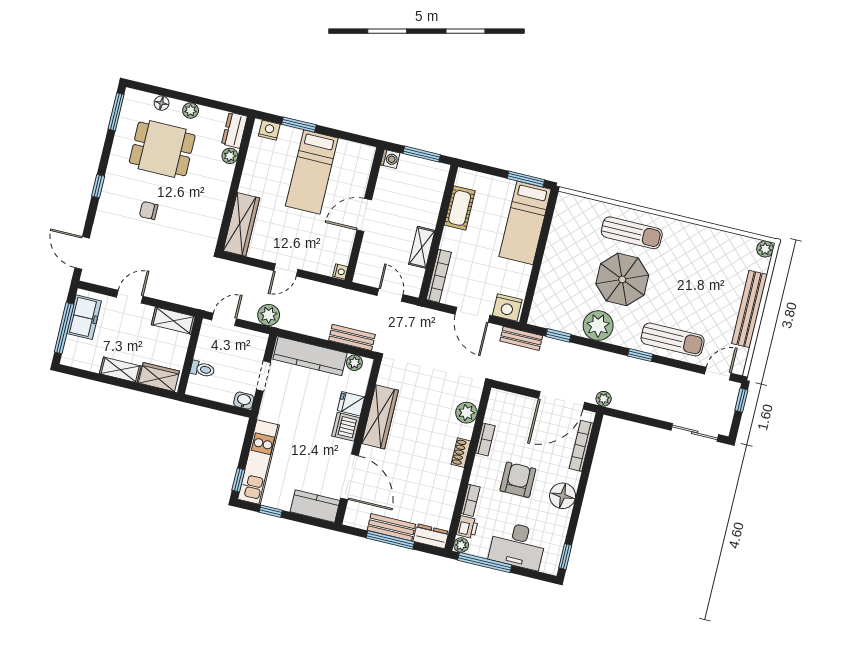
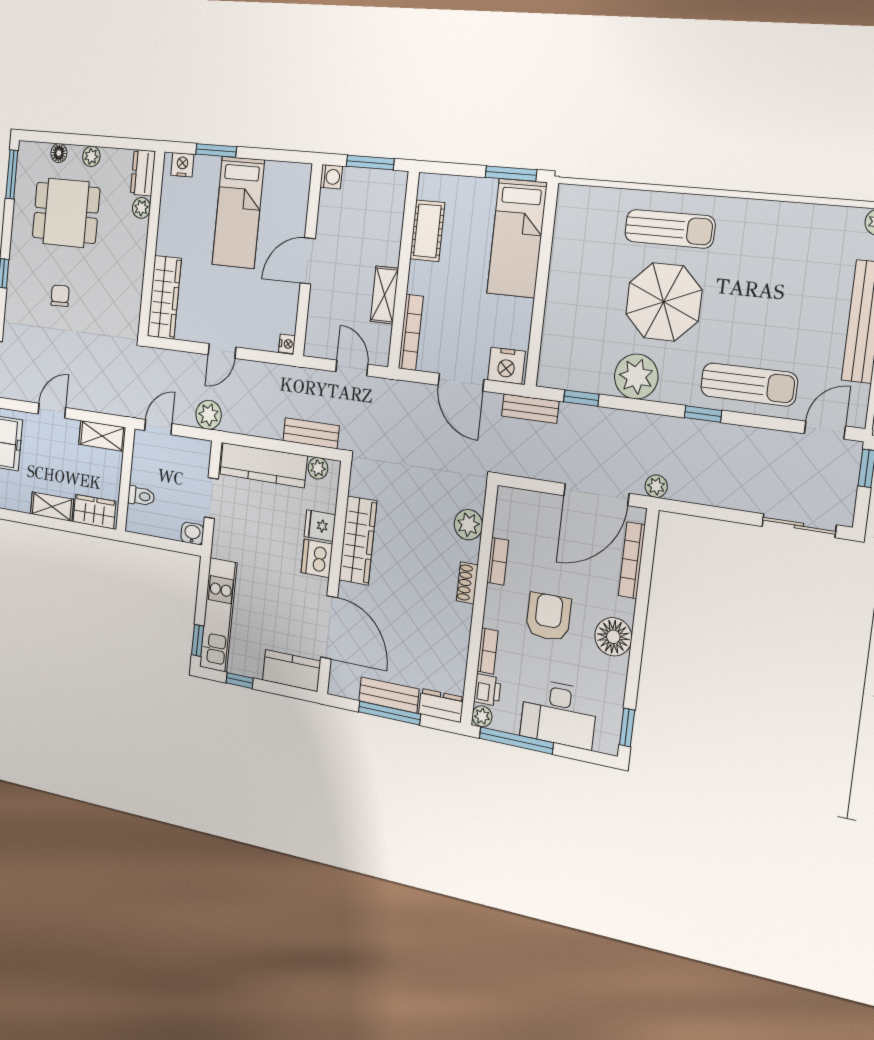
chair: (149, 211) -> (60, 296), turned 88

